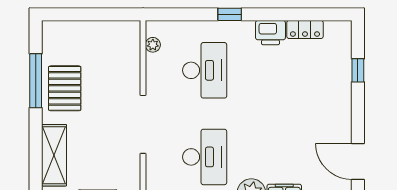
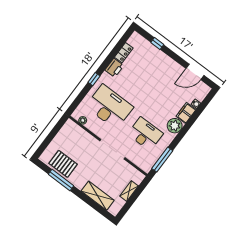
desk: (205, 70) -> (109, 107), width x1.36, depth x1.30
pallet: (65, 88) -> (63, 164), moved

